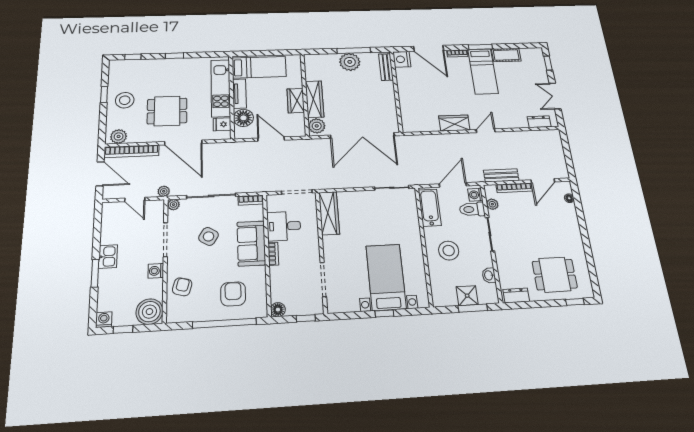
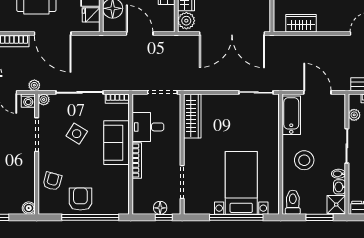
wardrobe: (454, 123) -> (301, 23), moved
door: (453, 185) -> (317, 92), hinge flipped
washing machine: (475, 195) -> (339, 104), removed
toilet: (472, 209) -> (293, 202), moved, turned 90
bookcase: (273, 254) -> (137, 160), width x1.56
bidet: (486, 262) -> (339, 174), added
washing machine: (156, 271) -> (28, 101), moved, turned -90
armchair: (233, 294) -> (80, 199), moved
shower: (467, 296) -> (336, 205), moved
floor lamp: (278, 310) -> (160, 208), moved
boiler: (149, 312) -> (29, 208), width x0.54, depth x0.54
window: (384, 313) -> (236, 217), width x3.17

